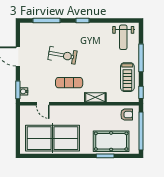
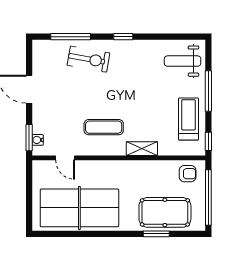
weight bench: (123, 37) -> (183, 61), turned 90
exercise bike: (63, 55) -> (89, 59), moved
treadmill: (127, 77) -> (188, 119), turned 180

